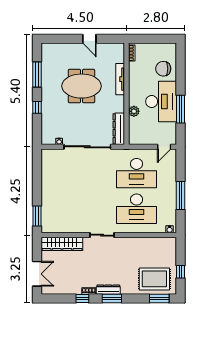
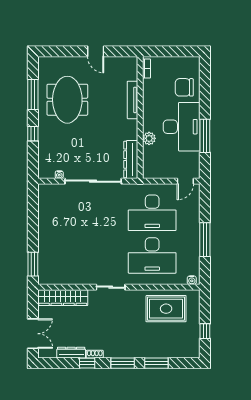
meeting table: (82, 86) -> (67, 100), moved, turned 90
rug: (154, 279) -> (166, 309), moved
dresser: (108, 290) -> (71, 353), moved
window: (159, 298) -> (156, 363), moved

